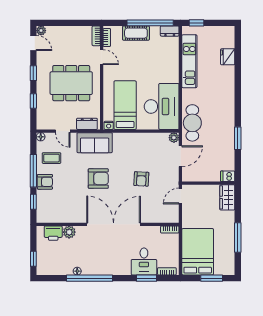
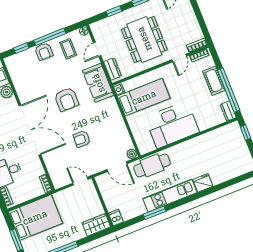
fridge: (228, 57) -> (203, 183), moved
kitchen unit: (189, 61) -> (170, 195), moved, turned 180
desk: (162, 106) -> (172, 125), moved

